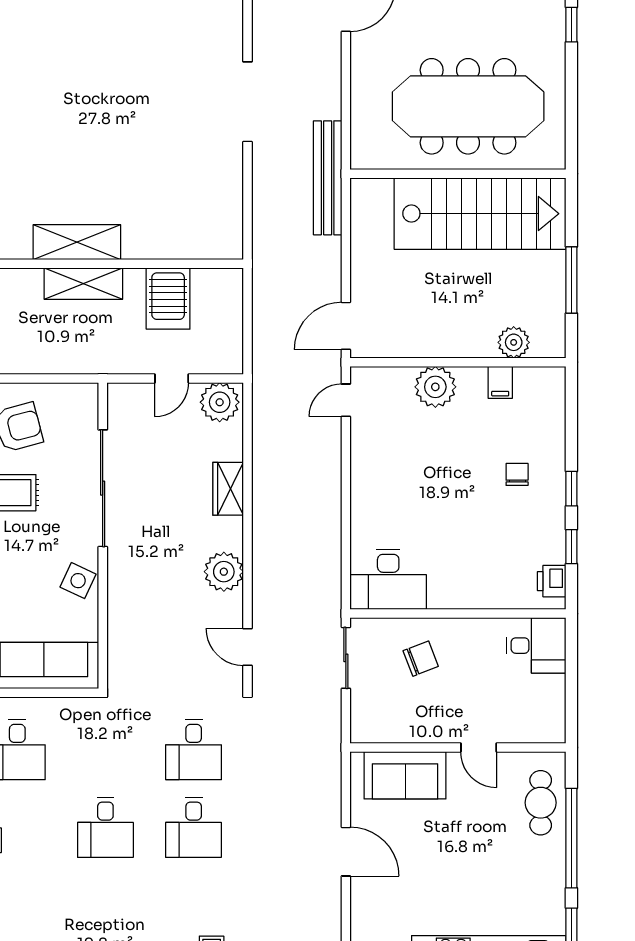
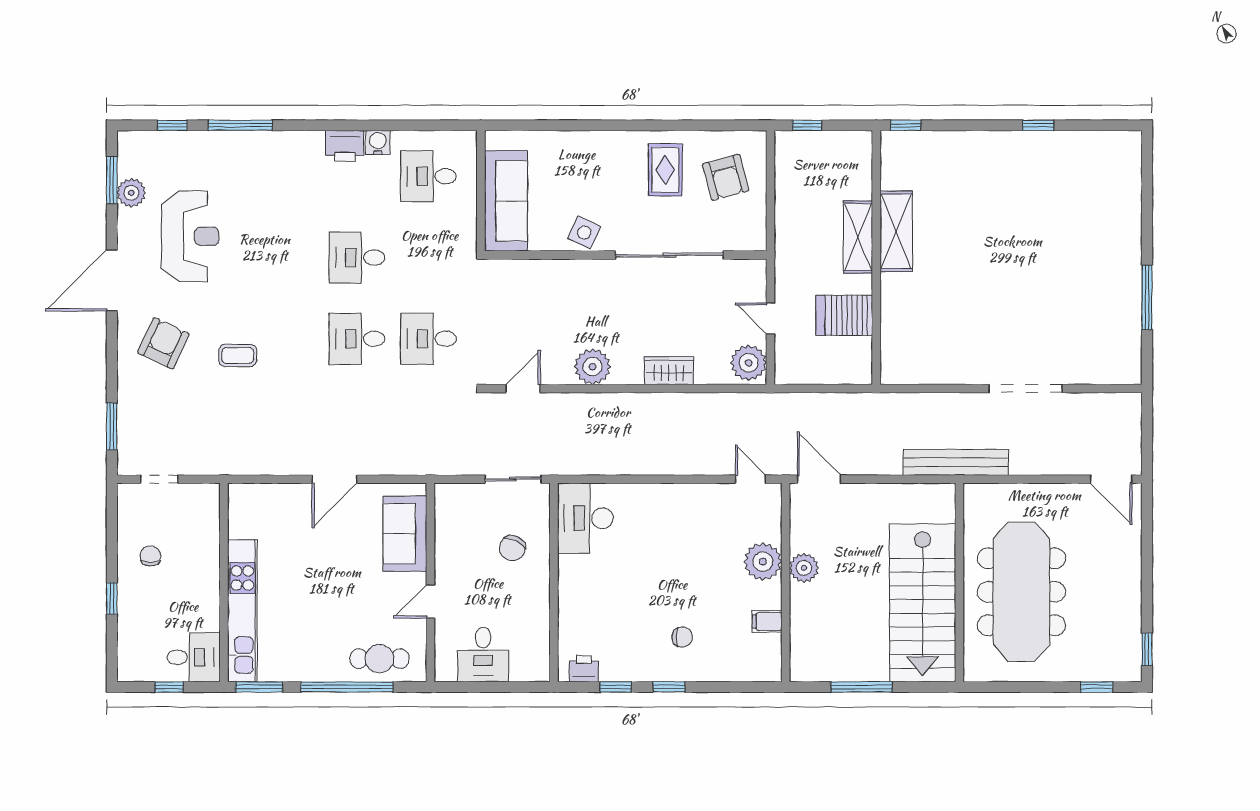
plant: (514, 342) -> (804, 568), moved
desk: (536, 646) -> (483, 655), moved
chair: (421, 659) -> (512, 548), turned 48

